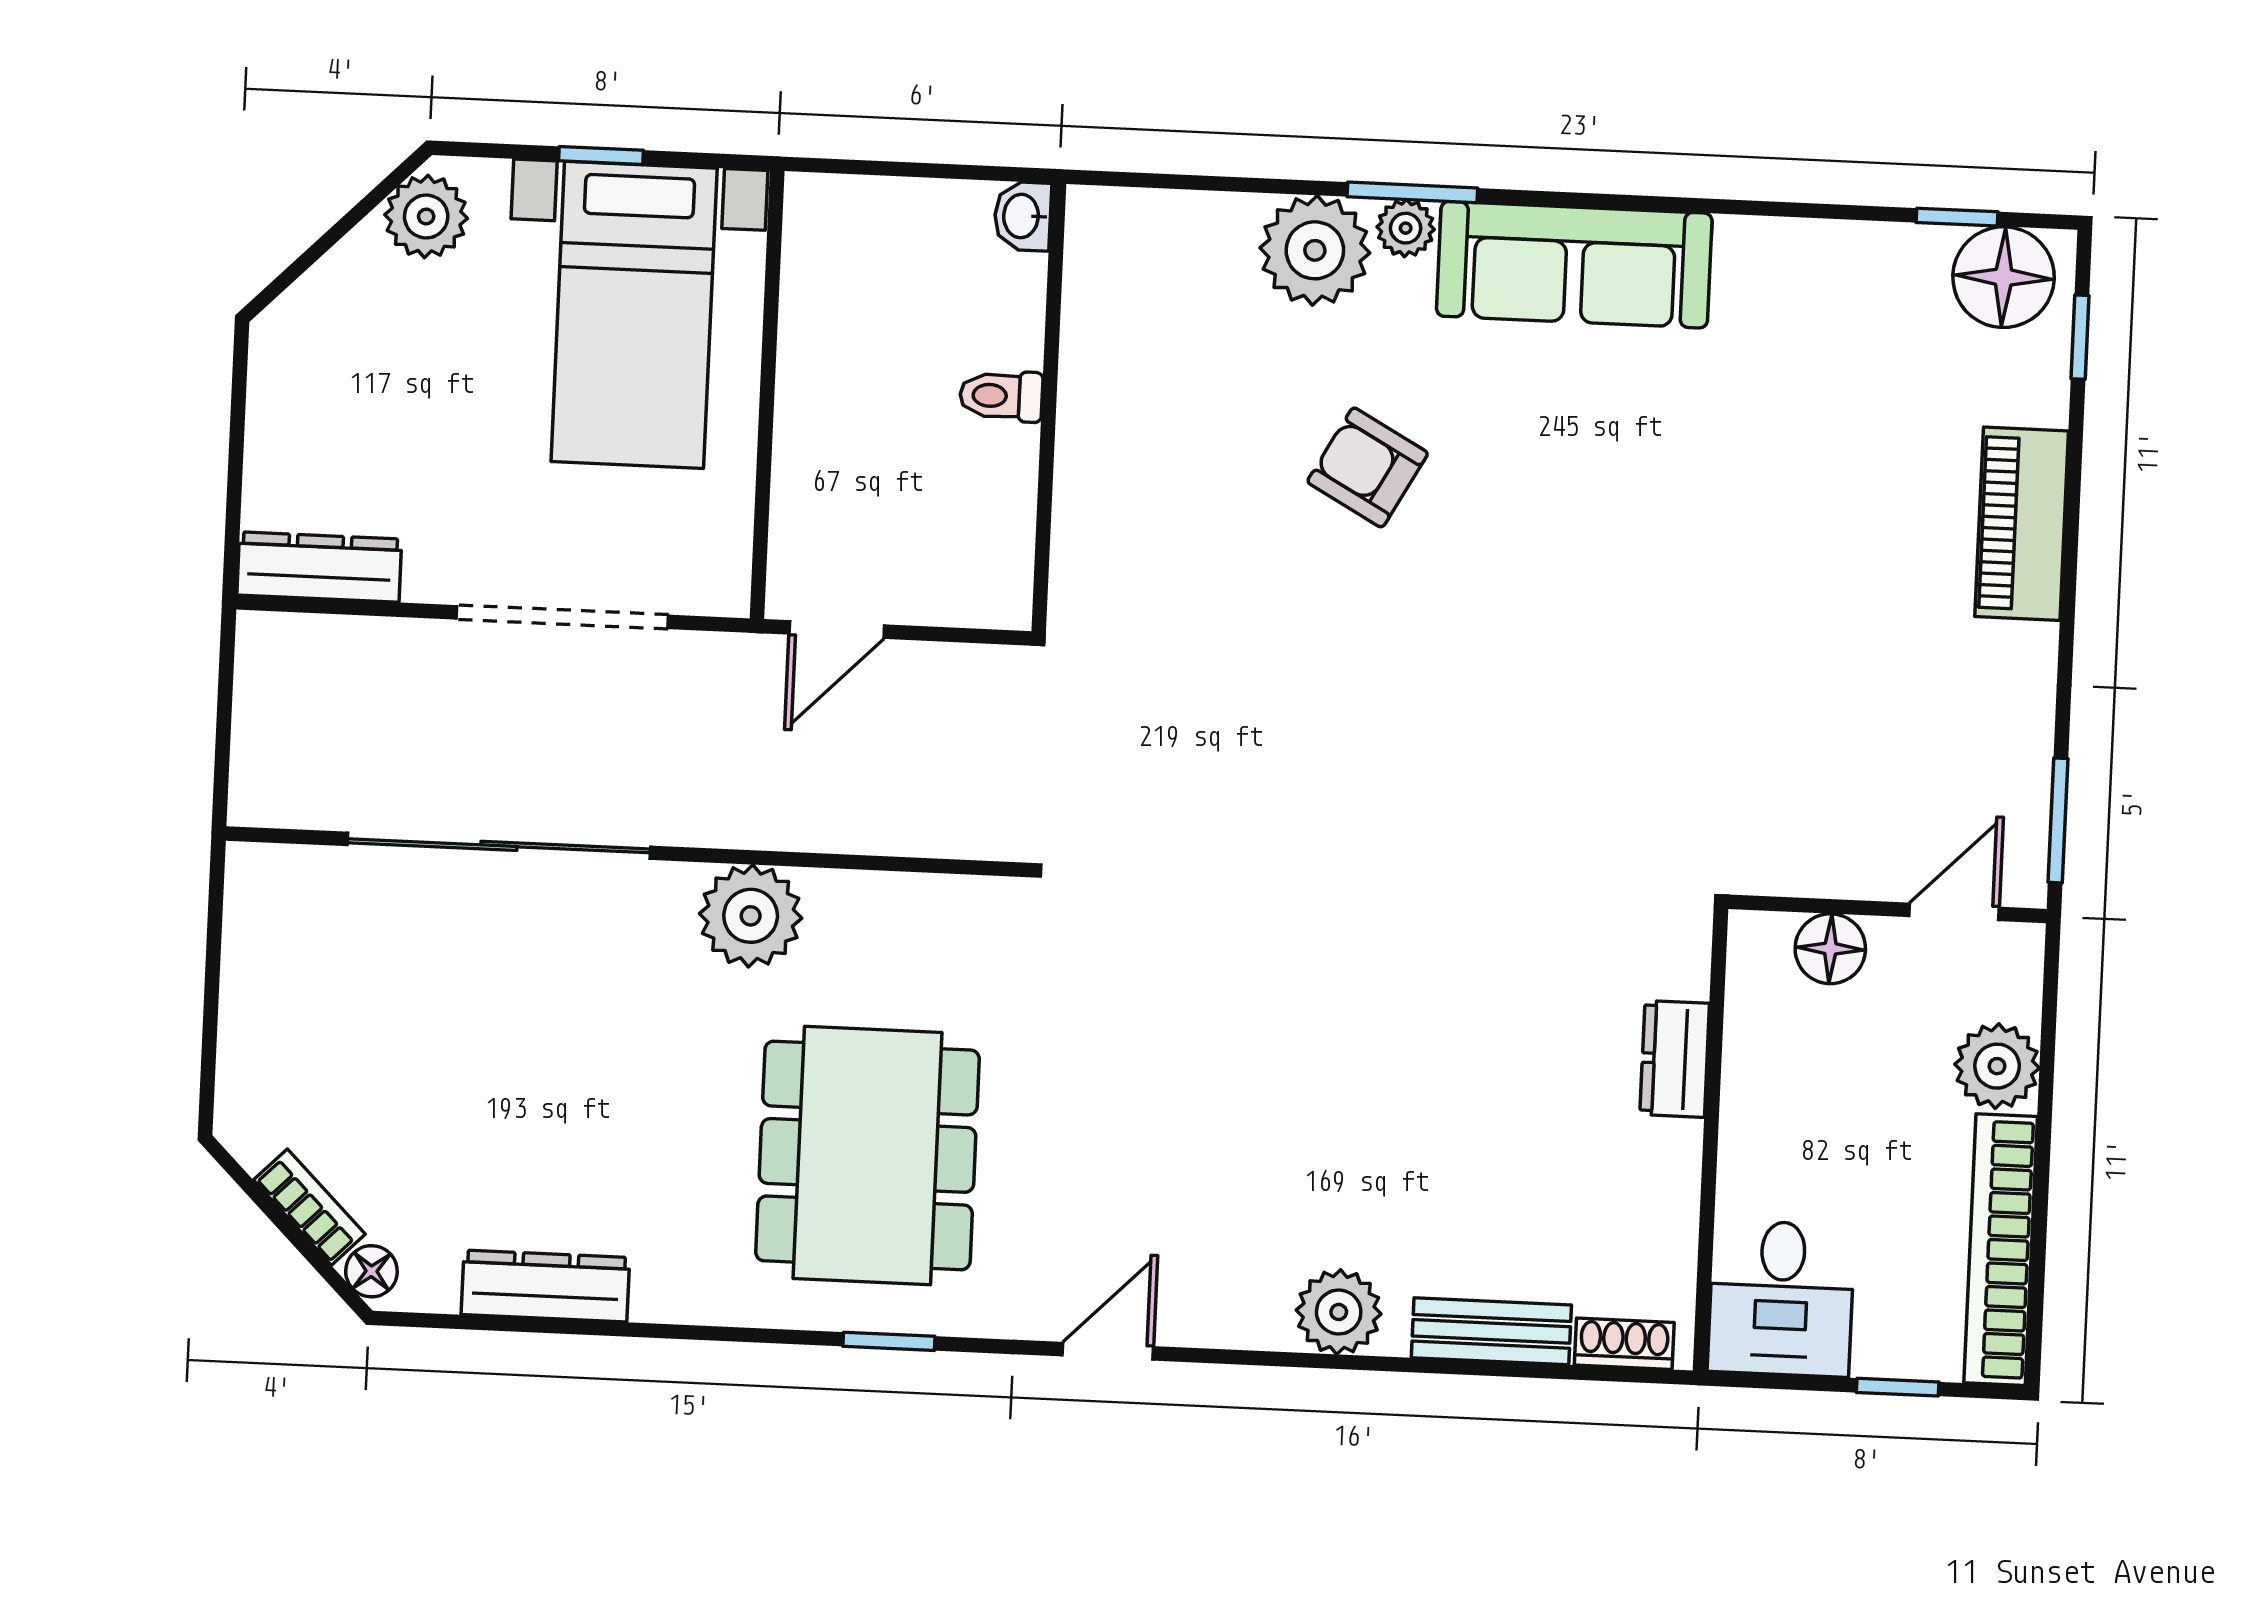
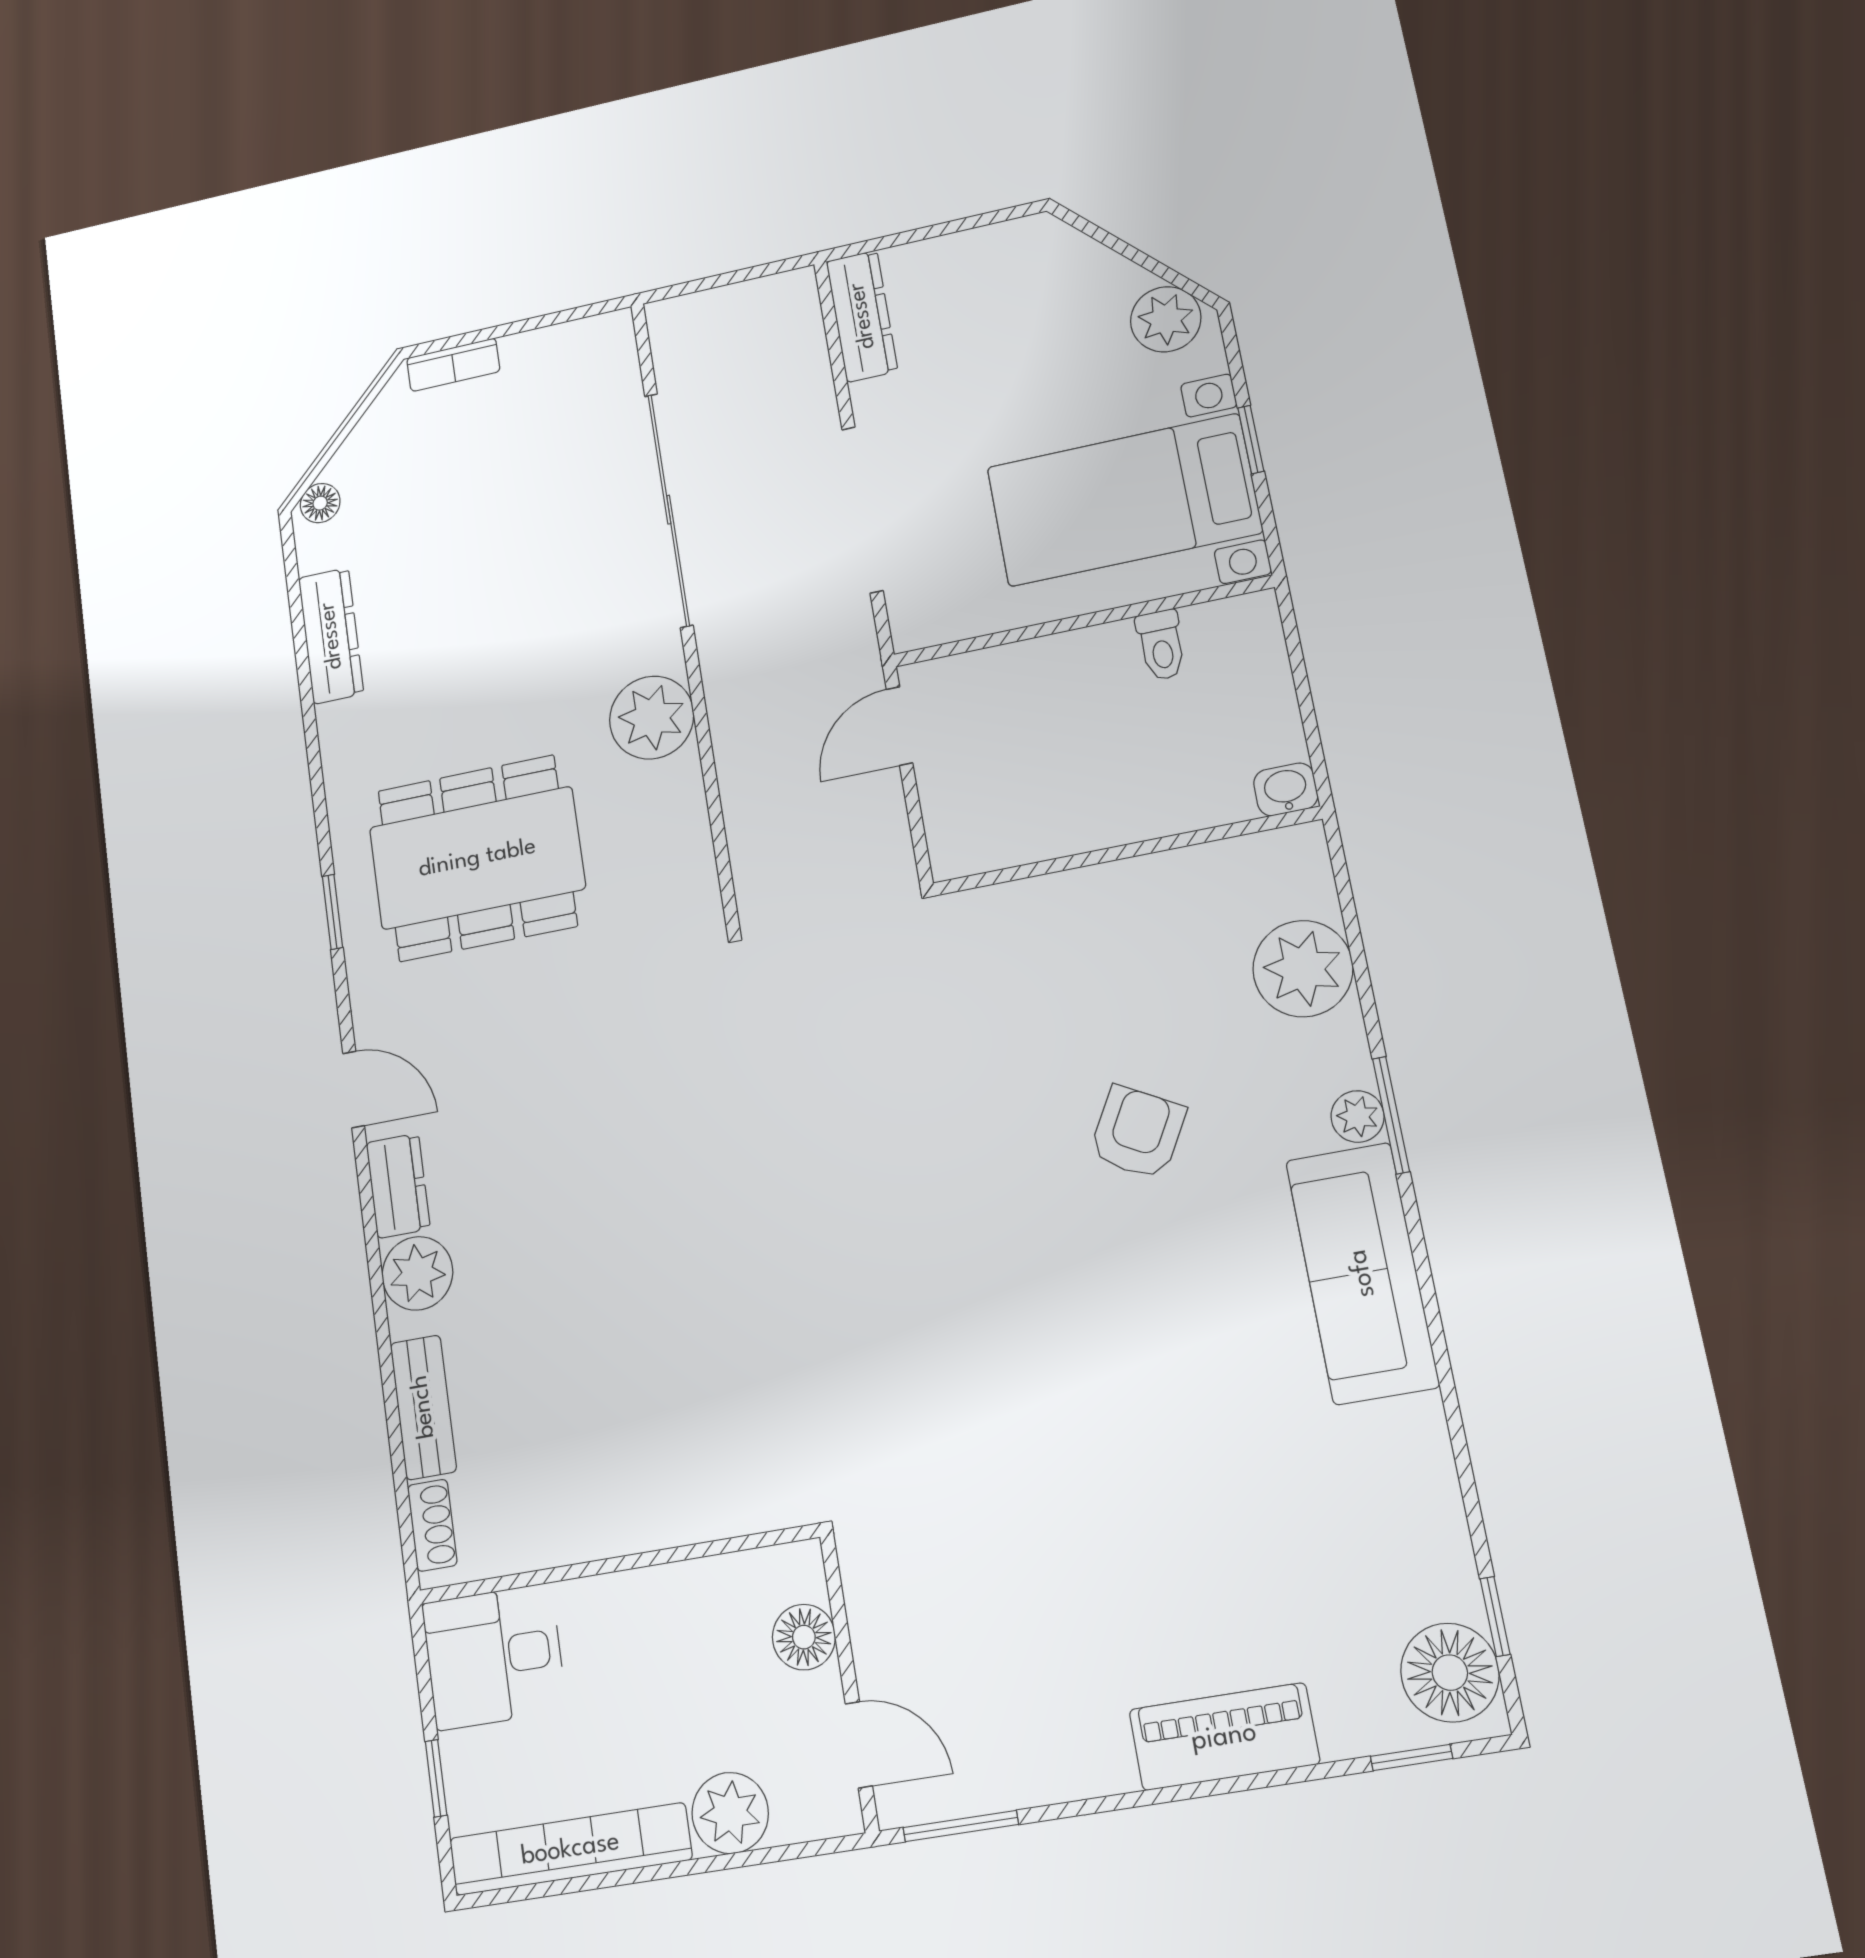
plant: (1315, 250) -> (1303, 969), moved
toilet: (1001, 396) -> (1161, 645), moved, turned 180
door: (837, 630) -> (900, 726), hinge flipped
dresser: (1675, 1059) -> (398, 1186), moved, turned 90
bookcase: (309, 1207) -> (453, 365), moved, turned 45

